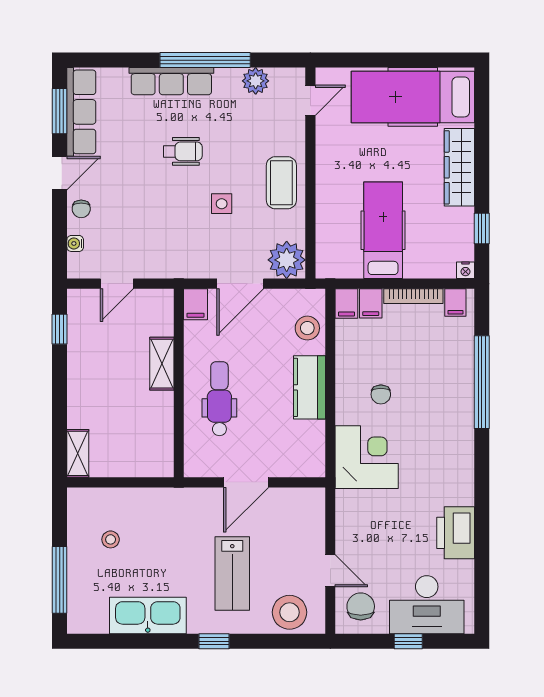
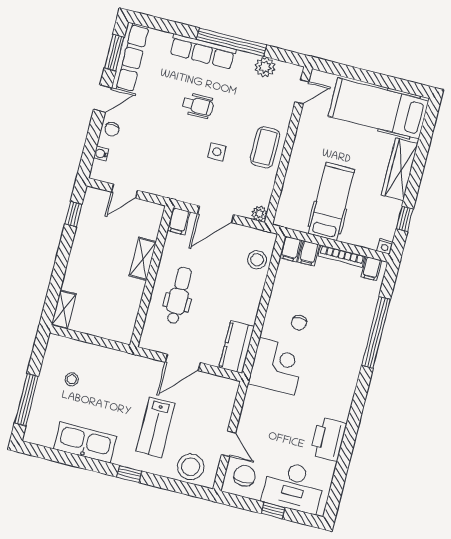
plant: (287, 260) -> (259, 213), width x0.53, depth x0.53
kitchen counter: (309, 387) -> (237, 347), moved

